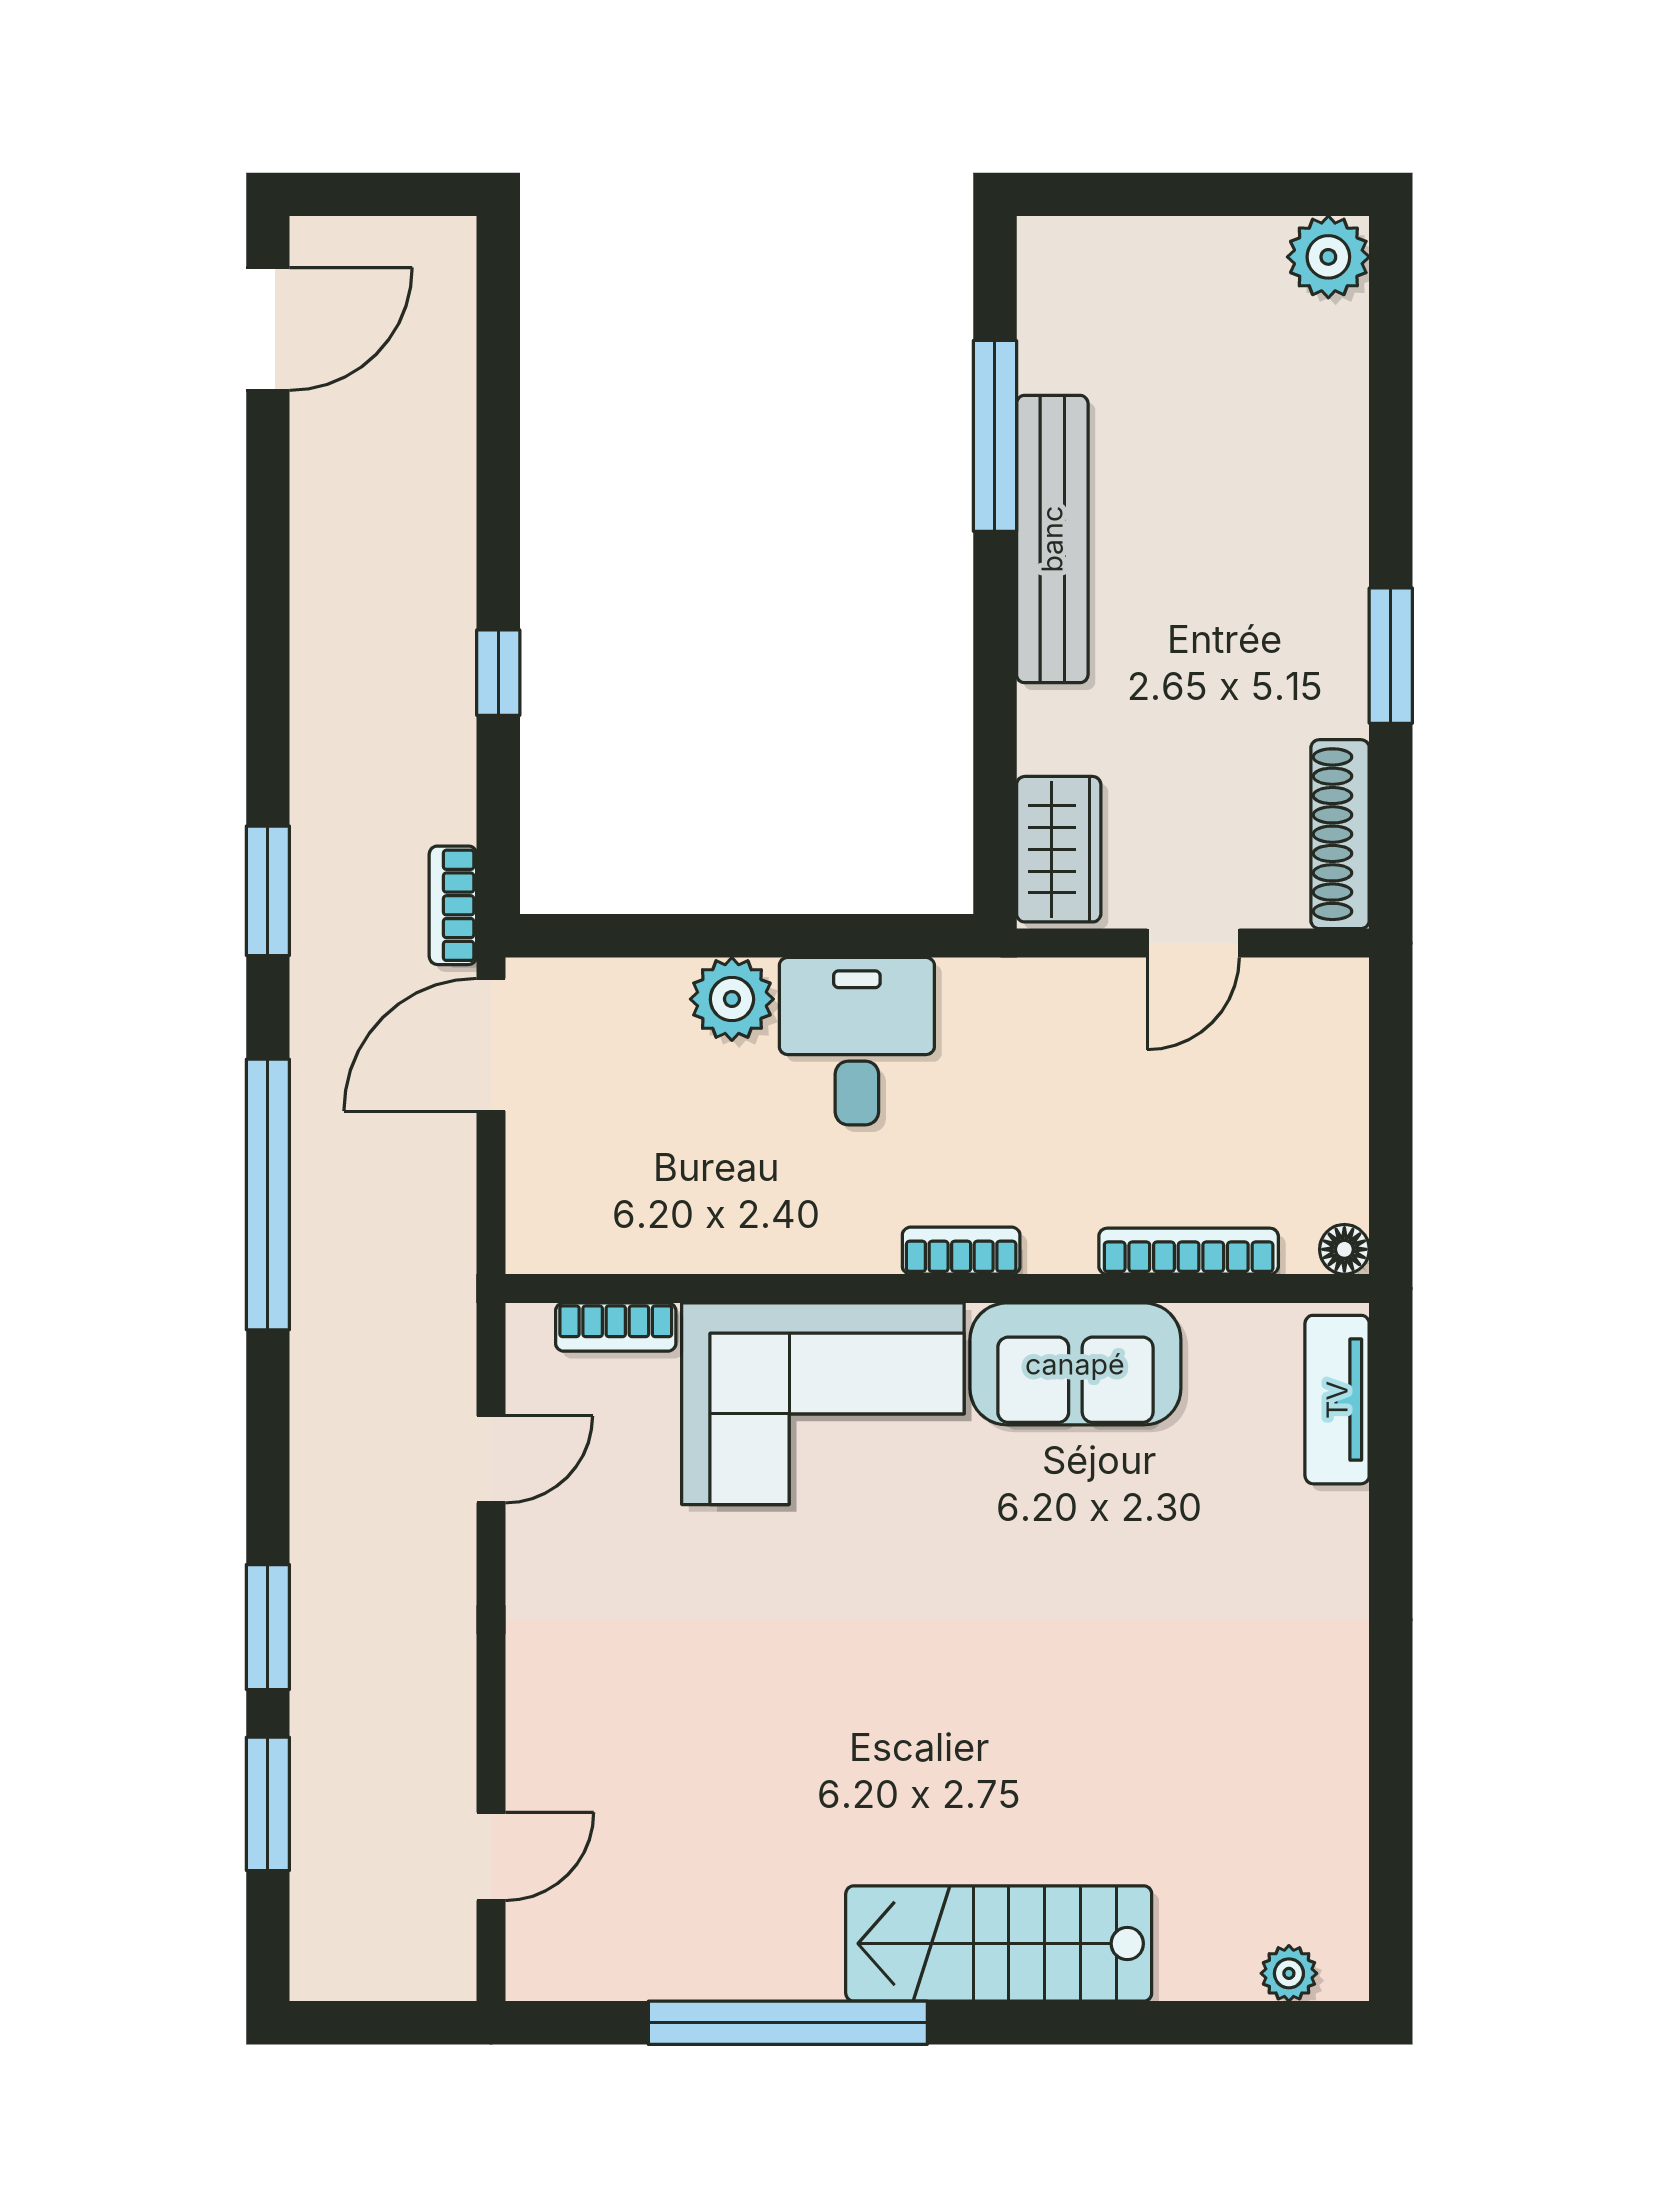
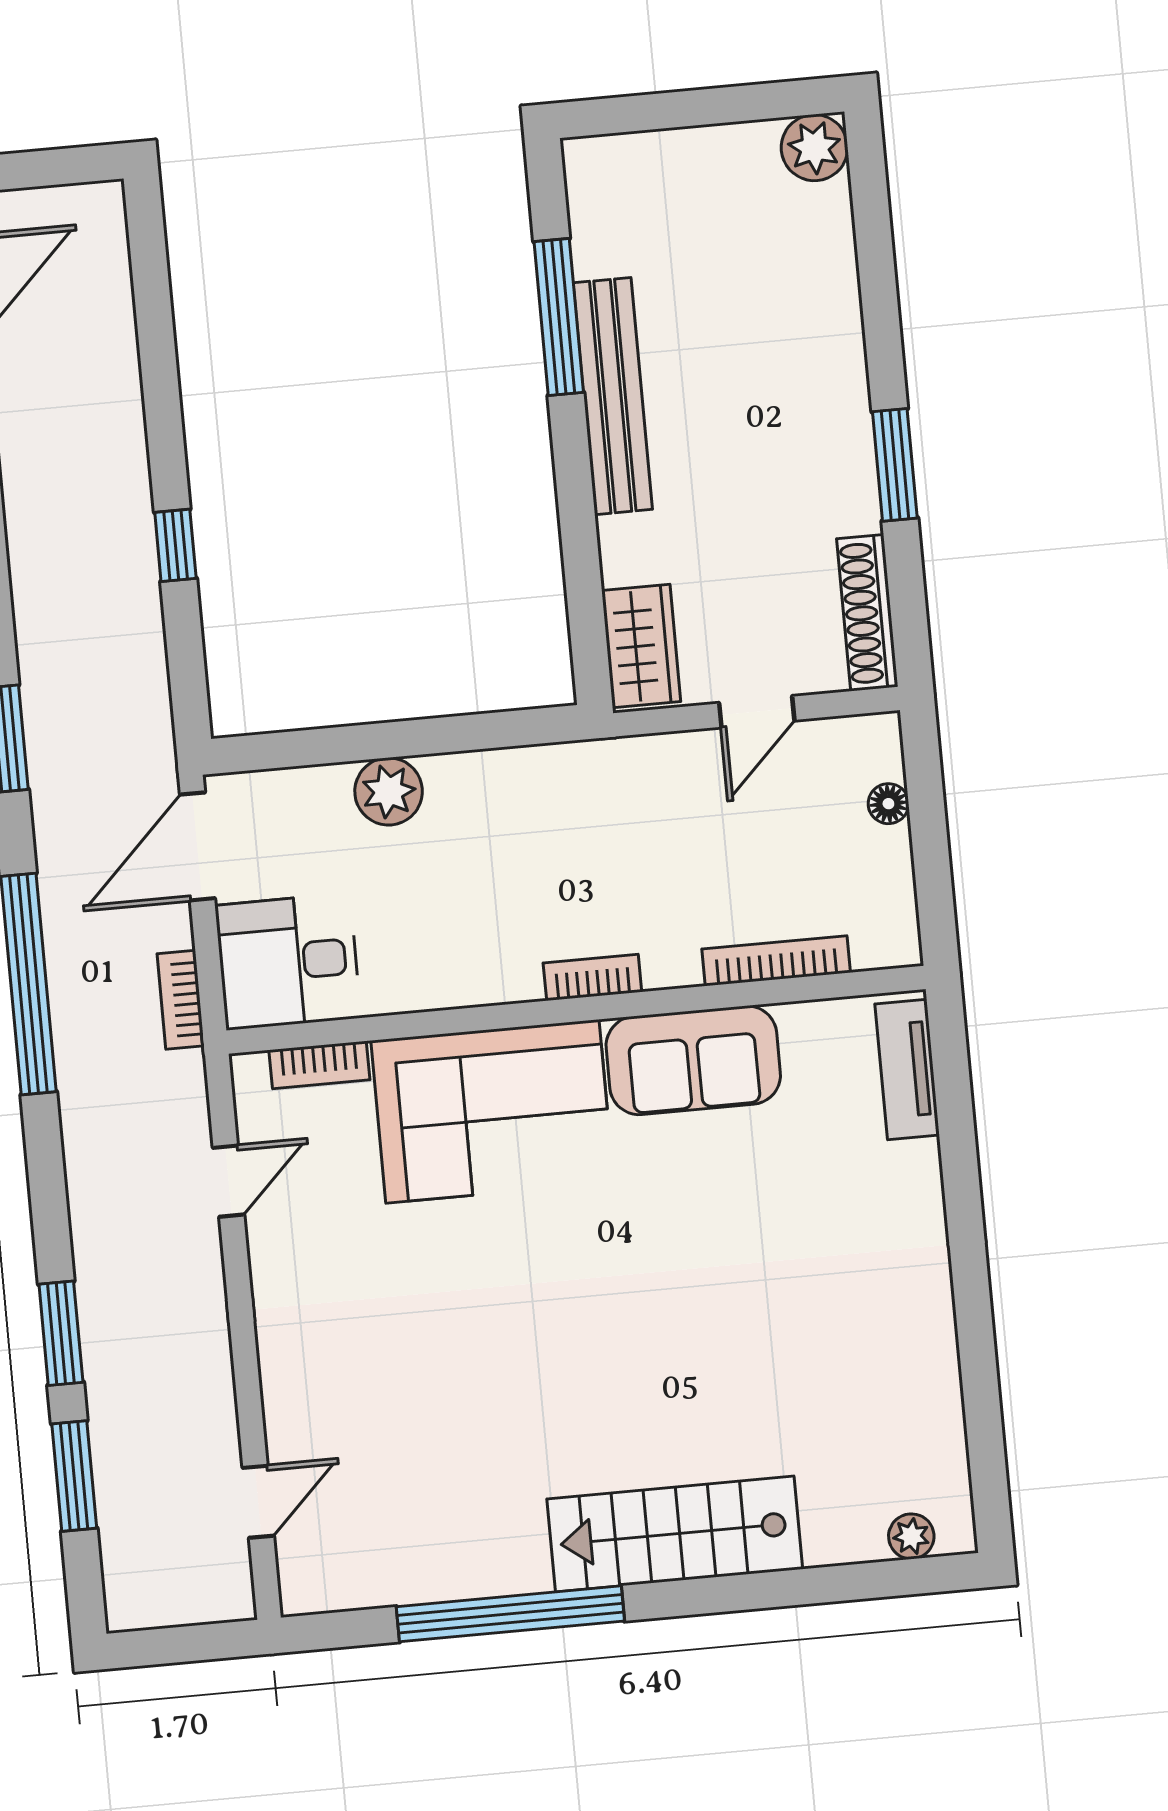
bookcase: (453, 905) -> (181, 1000), moved
desk: (857, 1041) -> (288, 962), moved, turned -90
floor lamp: (1344, 1249) -> (888, 804), moved

